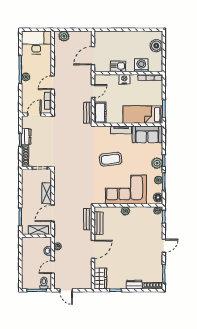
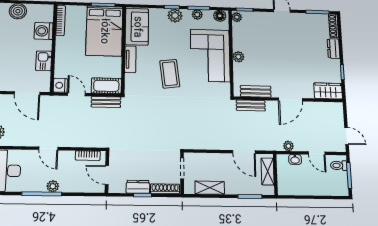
nightstand: (124, 79) -> (60, 85), moved
door: (53, 83) -> (48, 148), moved
bed: (143, 115) -> (104, 31), width x1.50
shelving: (47, 193) -> (210, 188), moved
door: (93, 249) -> (290, 99), swing flipped
door: (66, 290) -> (346, 136), hinge flipped

